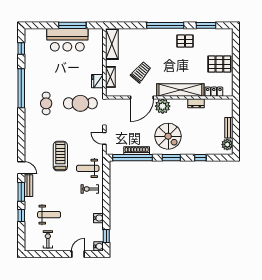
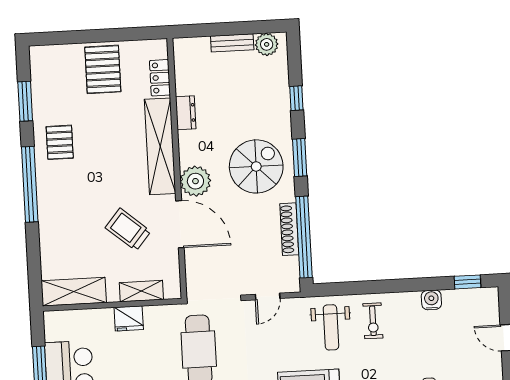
fridge: (97, 81) -> (129, 318), moved
water cooler: (99, 246) -> (489, 296), removed

